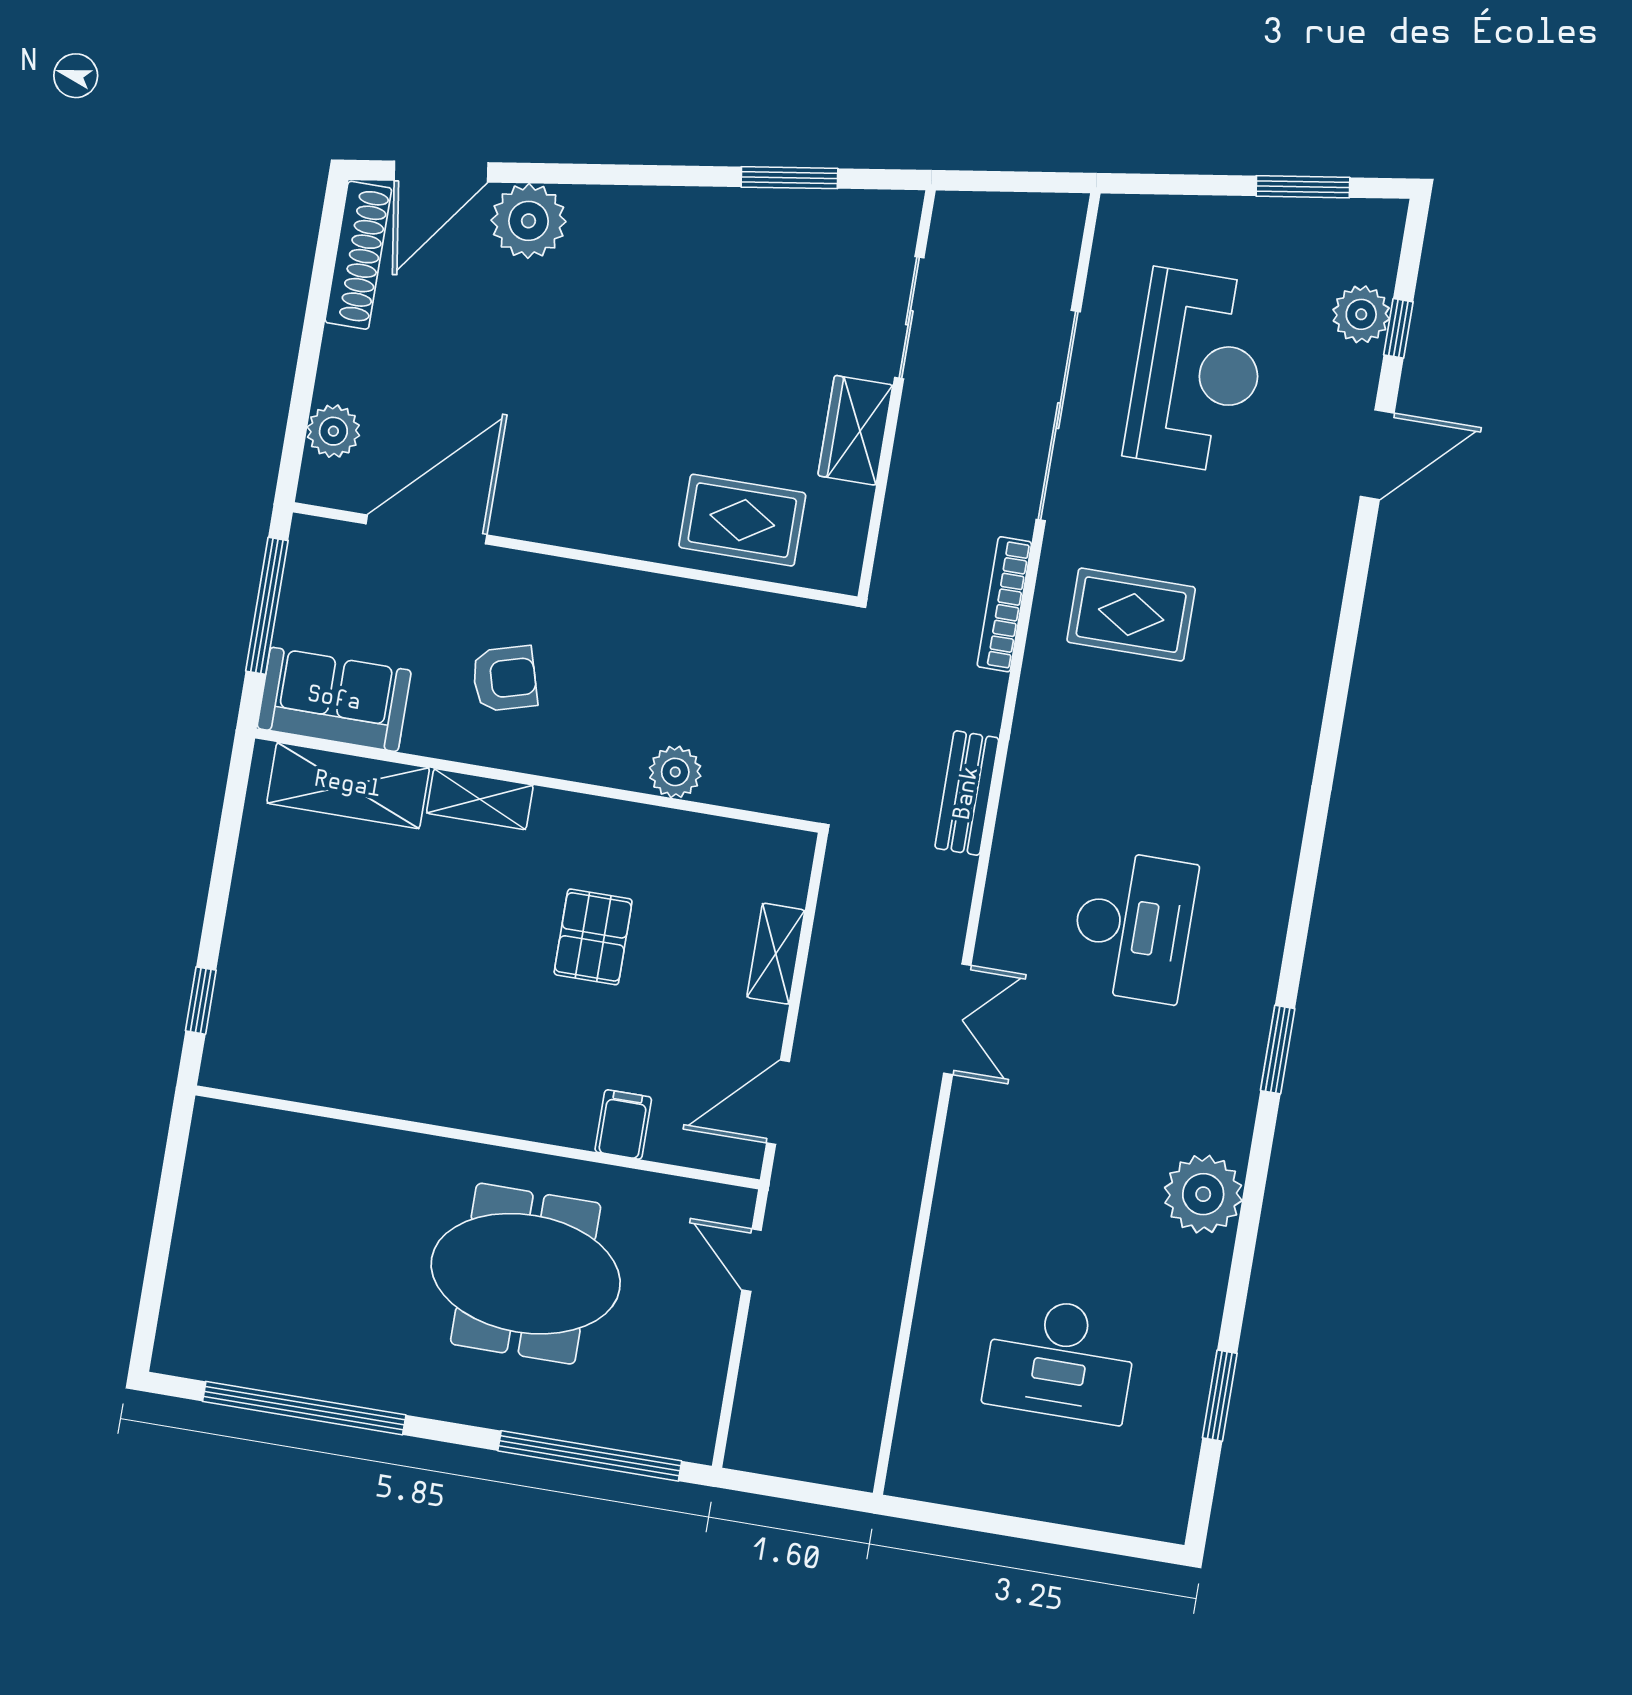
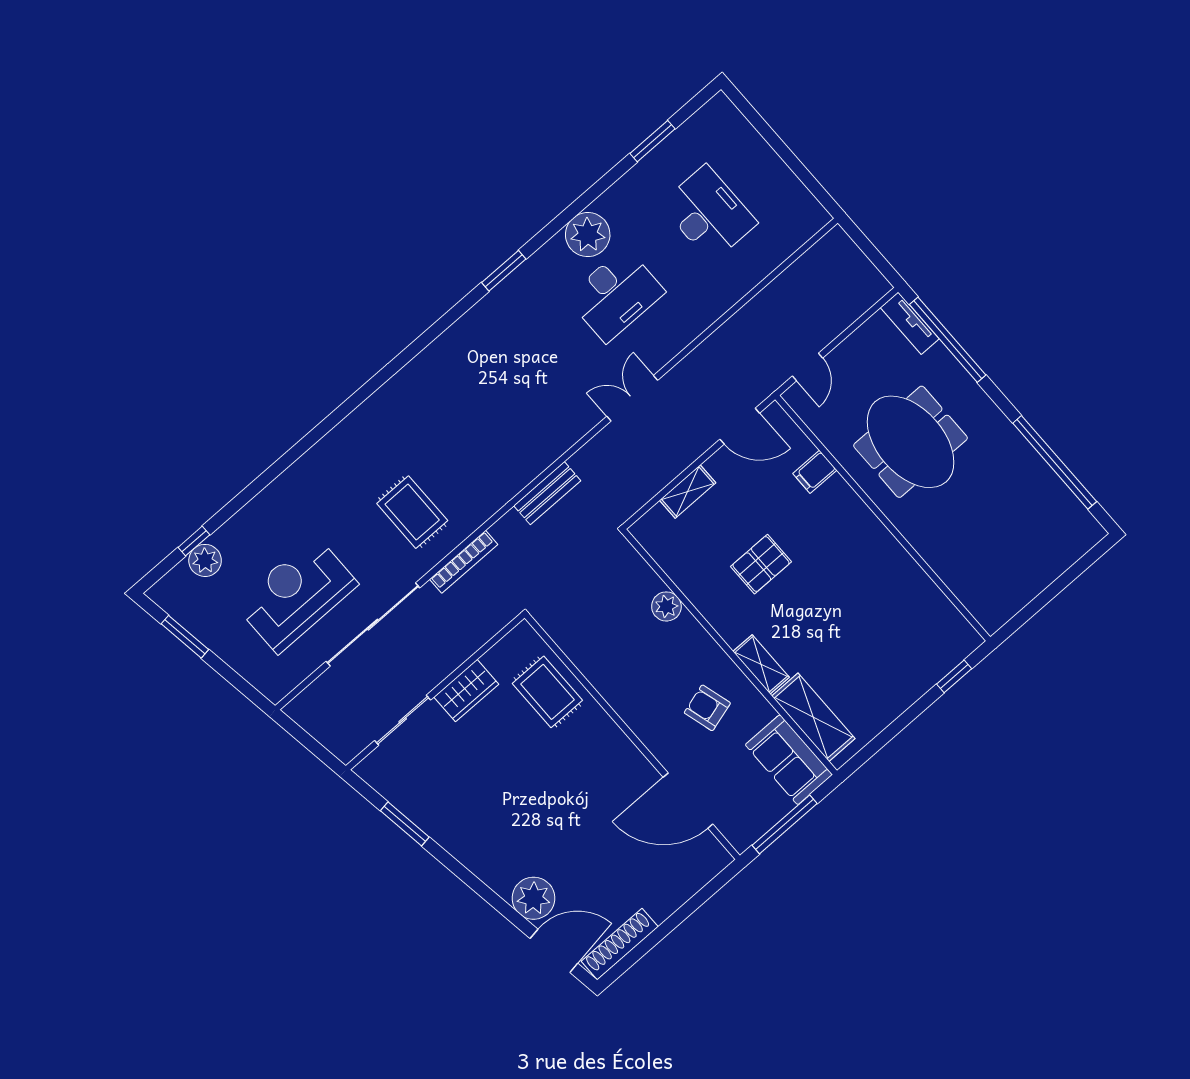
plant: (333, 431) -> (693, 876), removed
door: (1377, 455) -> (248, 494), removed
desk: (1133, 926) -> (616, 295), moved, turned 180
tv unit: (661, 1436) -> (910, 323), added

